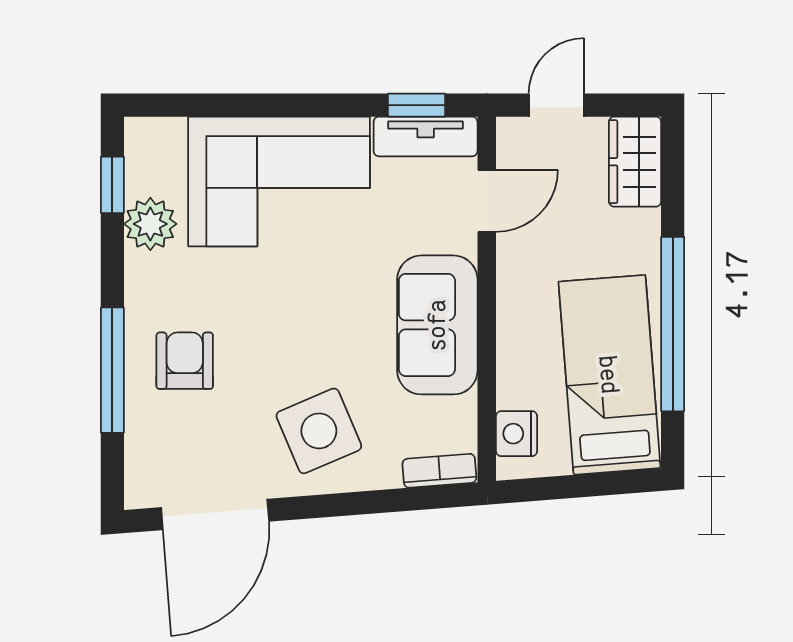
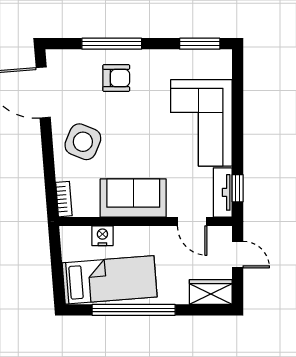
window: (112, 185) -> (200, 44), width x1.50
plant: (150, 224) -> (181, 62), removed
side table: (319, 431) -> (83, 142), turned 45
nightstand: (517, 434) -> (102, 236), moved

